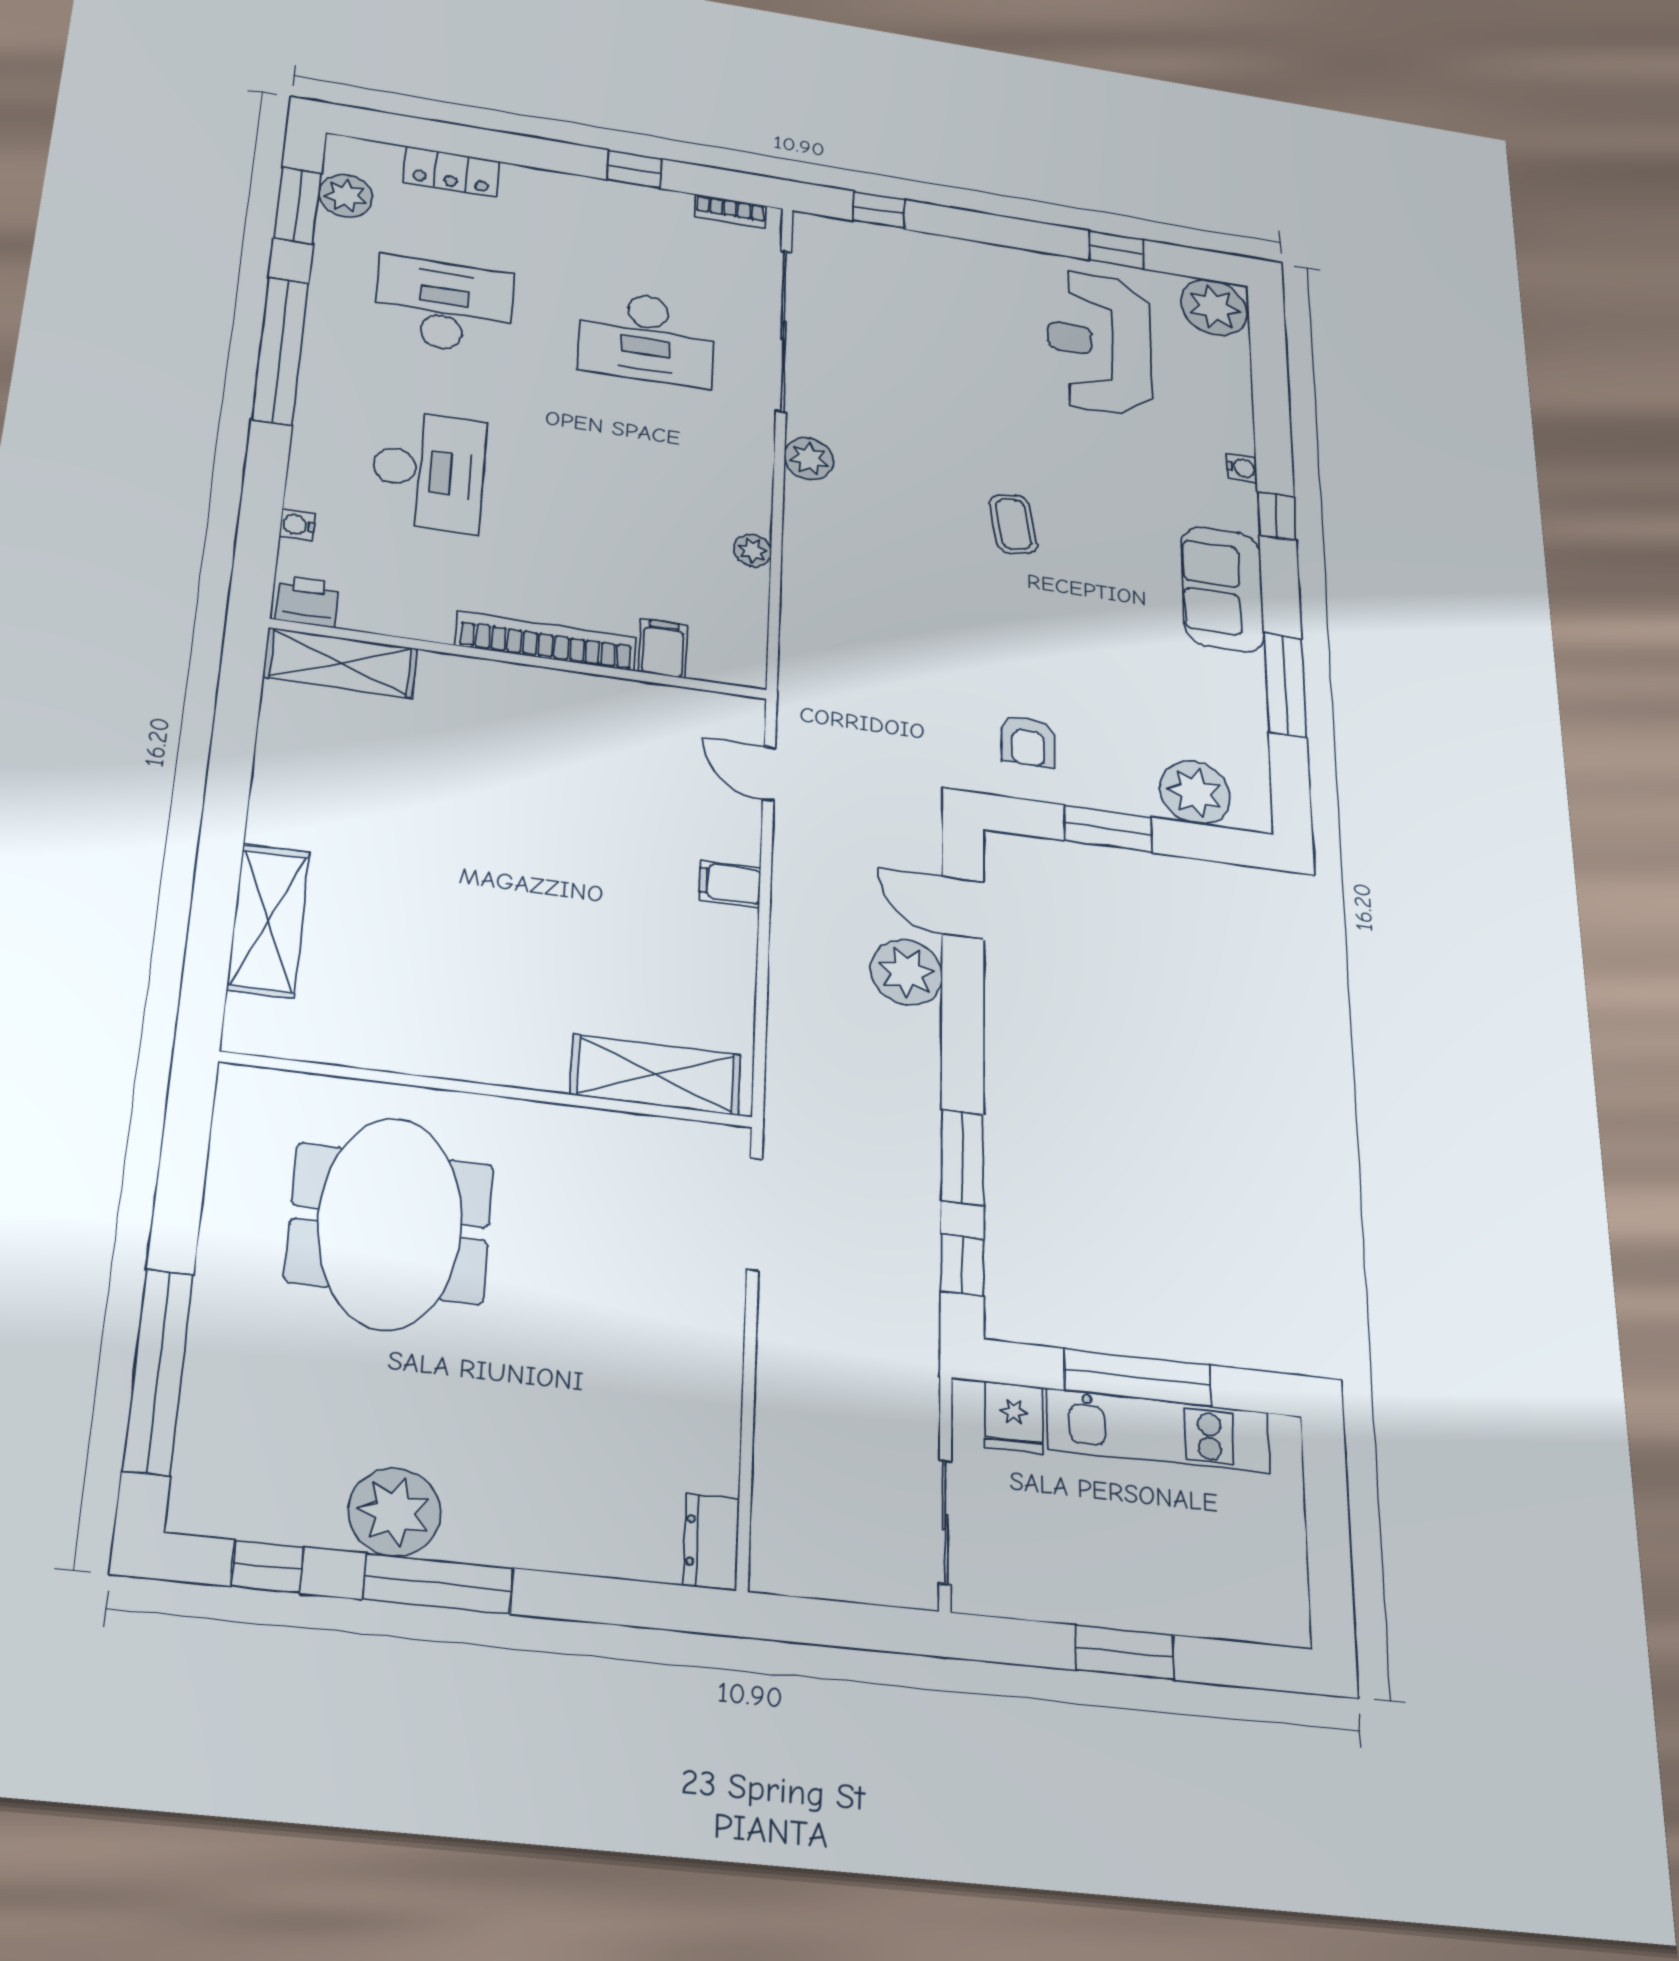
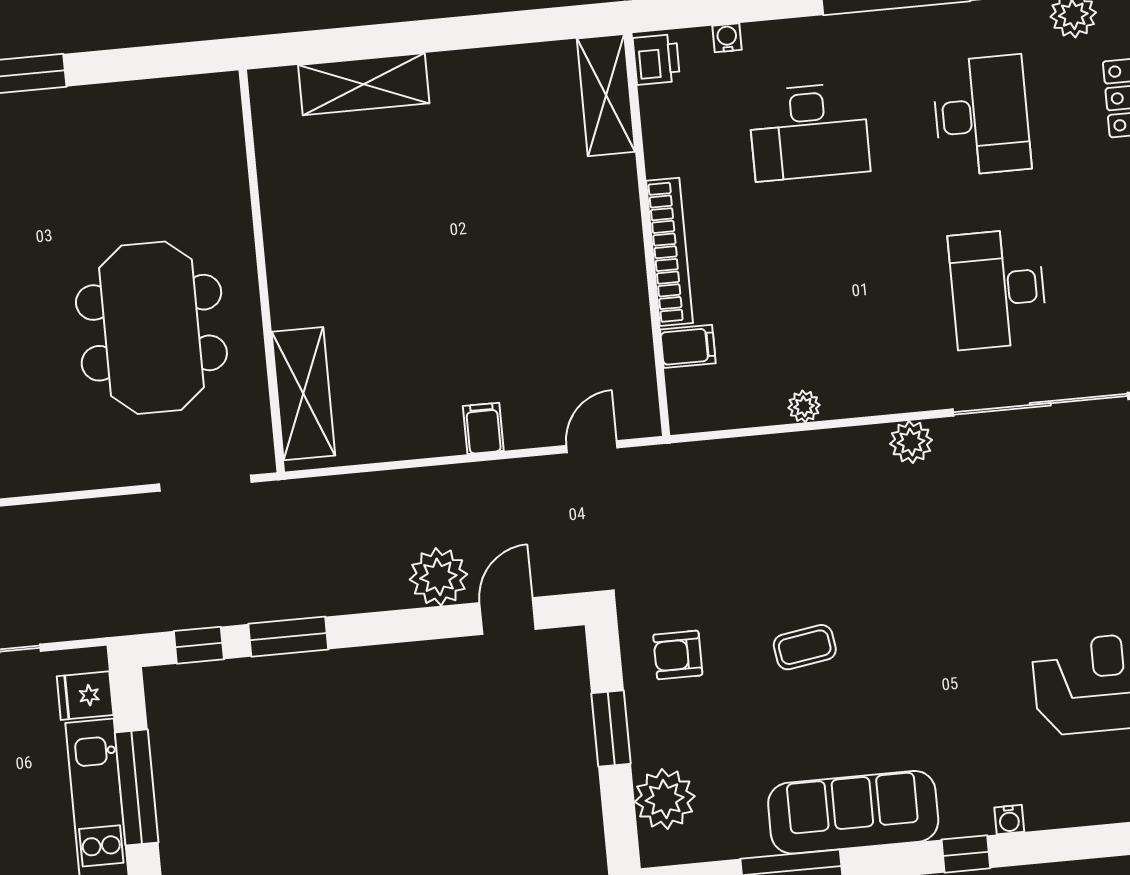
coffee table: (1013, 524) -> (805, 647), moved
sofa: (1222, 589) -> (853, 812), width x1.36
meeting table: (390, 1223) -> (151, 328), moved, turned 90

